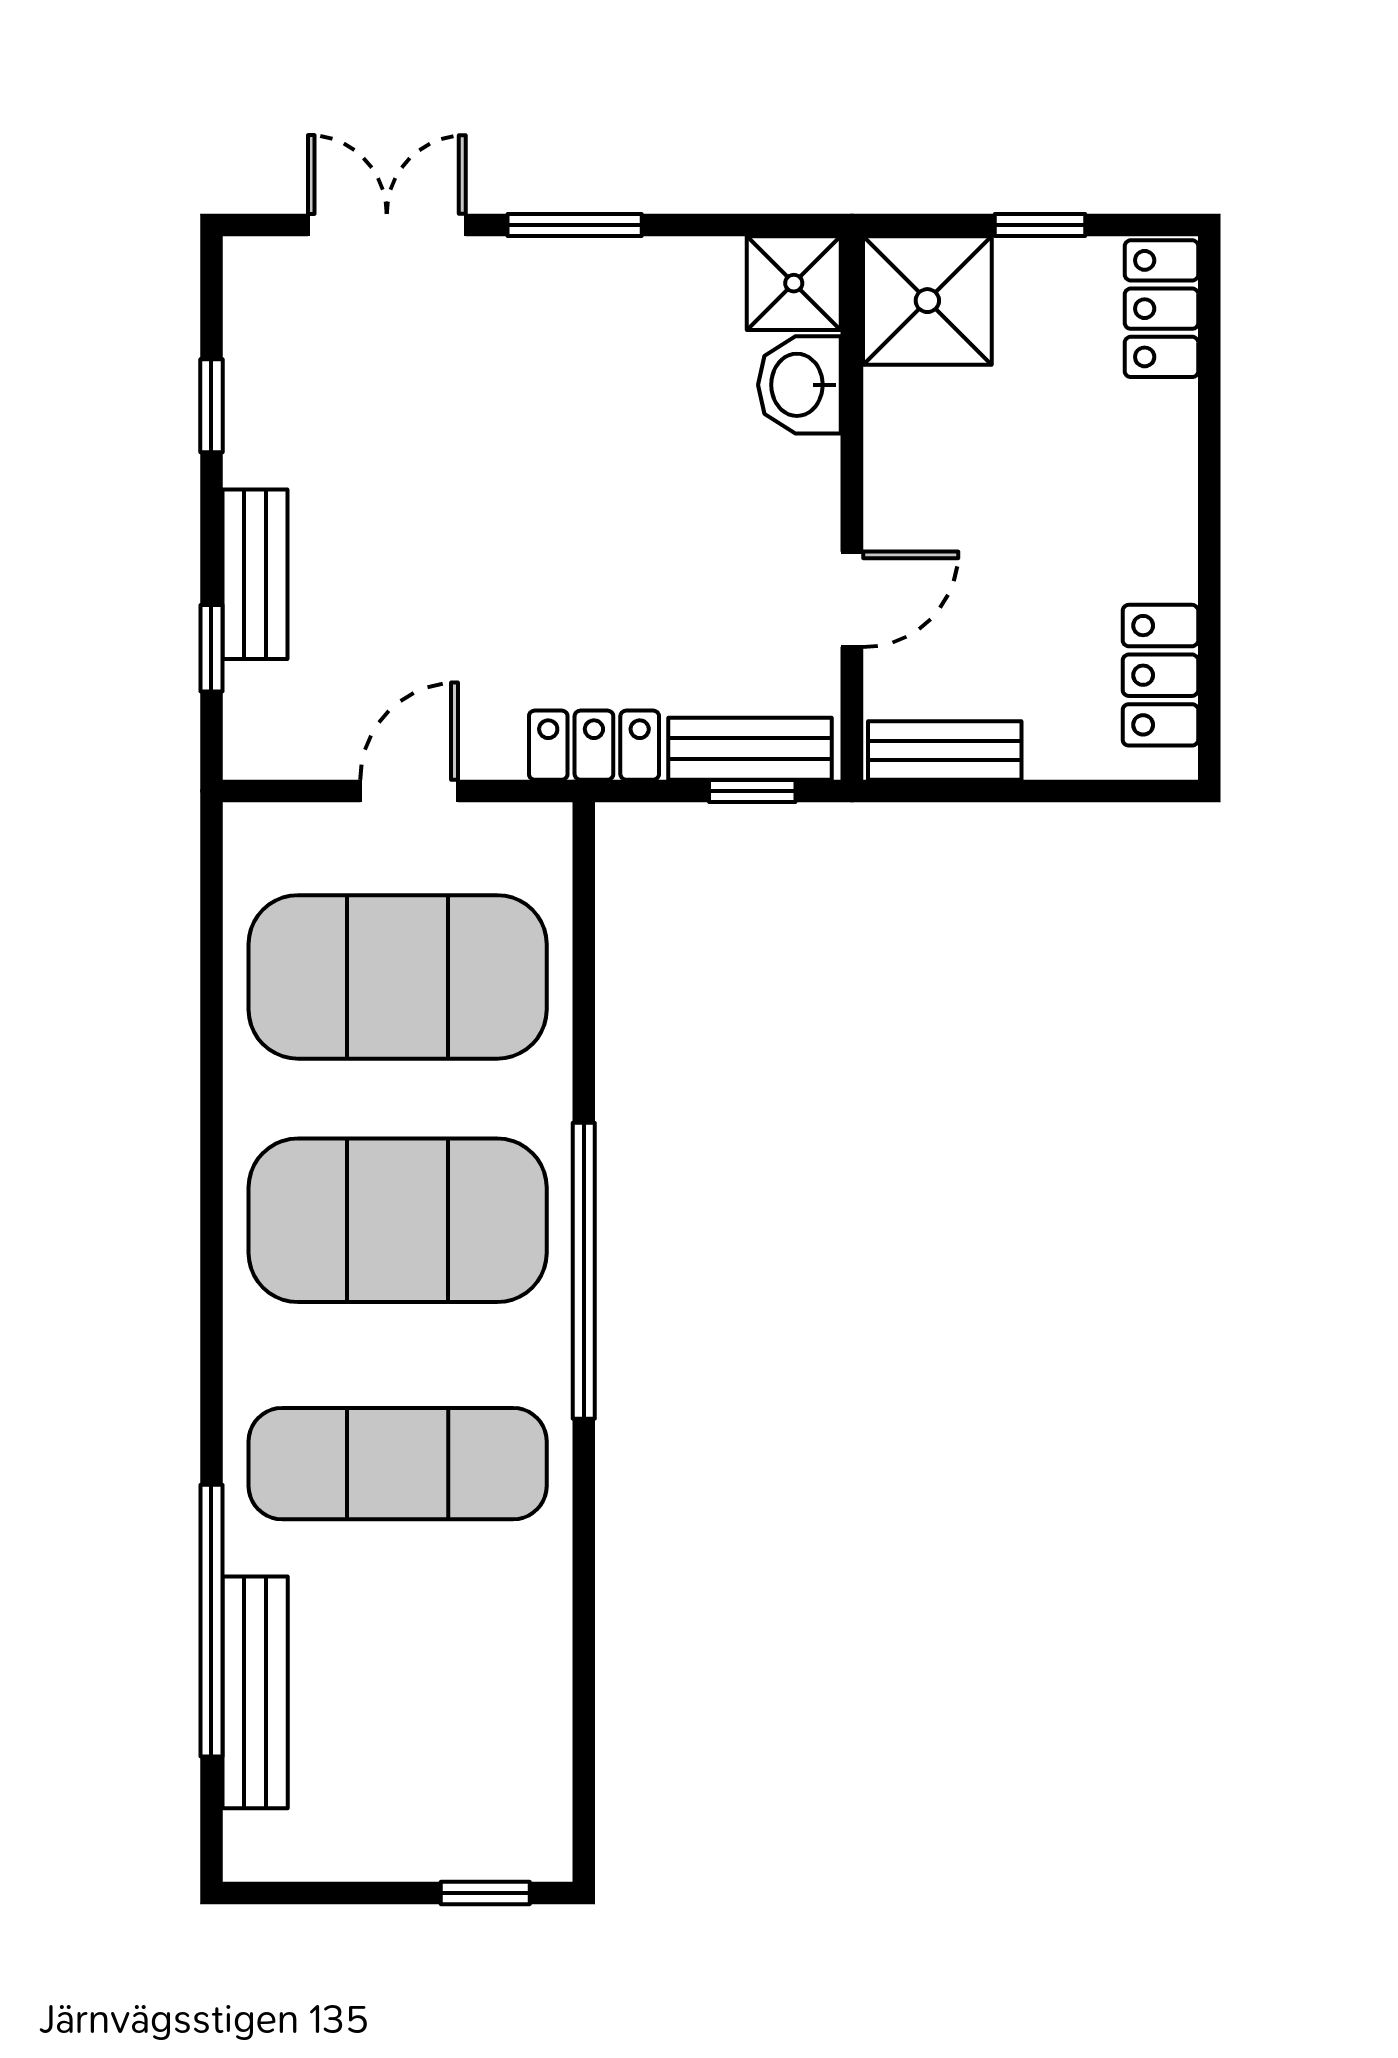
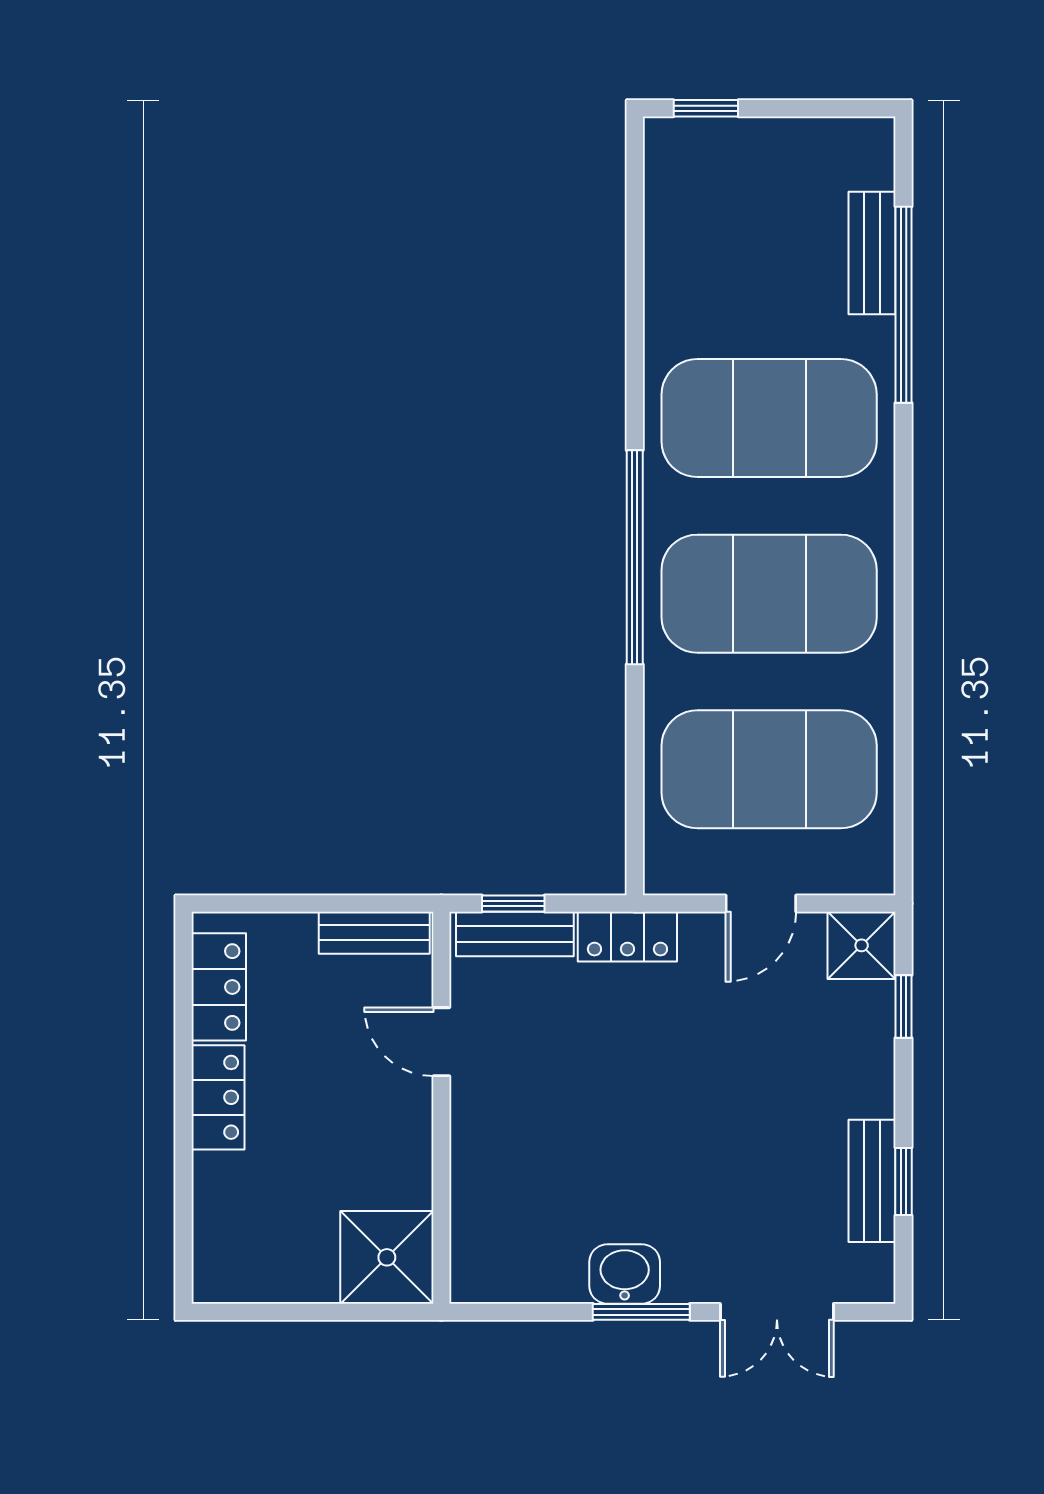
window: (1040, 225) -> (306, 1312), removed
shower: (794, 283) -> (862, 945), moved
locker: (1161, 309) -> (218, 1097), moved
washbasin: (799, 385) -> (625, 1274), moved, turned -90
bench: (255, 574) -> (872, 1181), moved
door: (852, 599) -> (441, 1042), hinge flipped
exercise mat: (398, 1464) -> (769, 418), width x1.47
bench: (255, 1692) -> (872, 253), width x0.73

